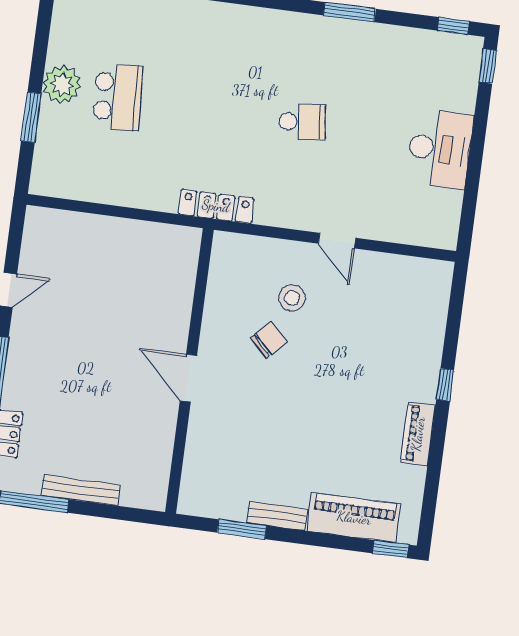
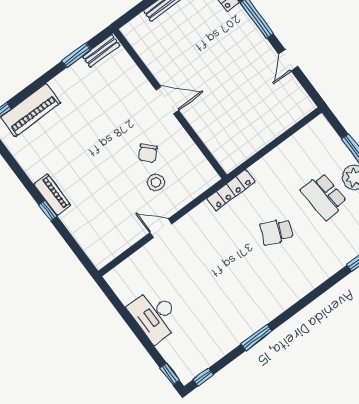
school desk: (302, 122) -> (277, 232), moved, turned 30
piano: (418, 434) -> (52, 195), moved
bench: (277, 516) -> (101, 51), moved

